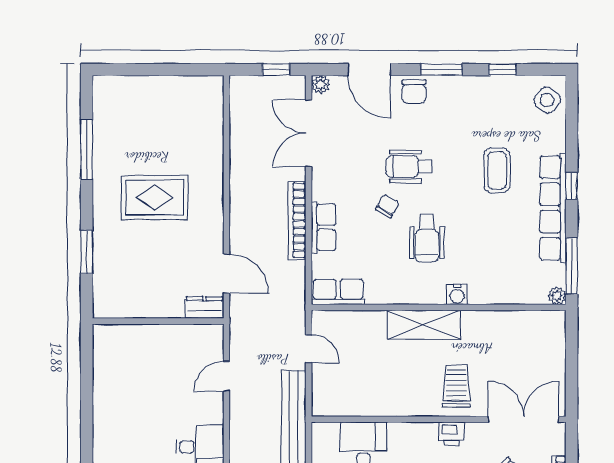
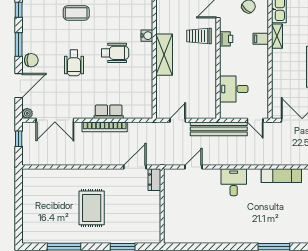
chair: (387, 206) -> (96, 75), removed
row of seats: (338, 292) -> (145, 103), removed
door: (226, 376) -> (194, 167), swing flipped

